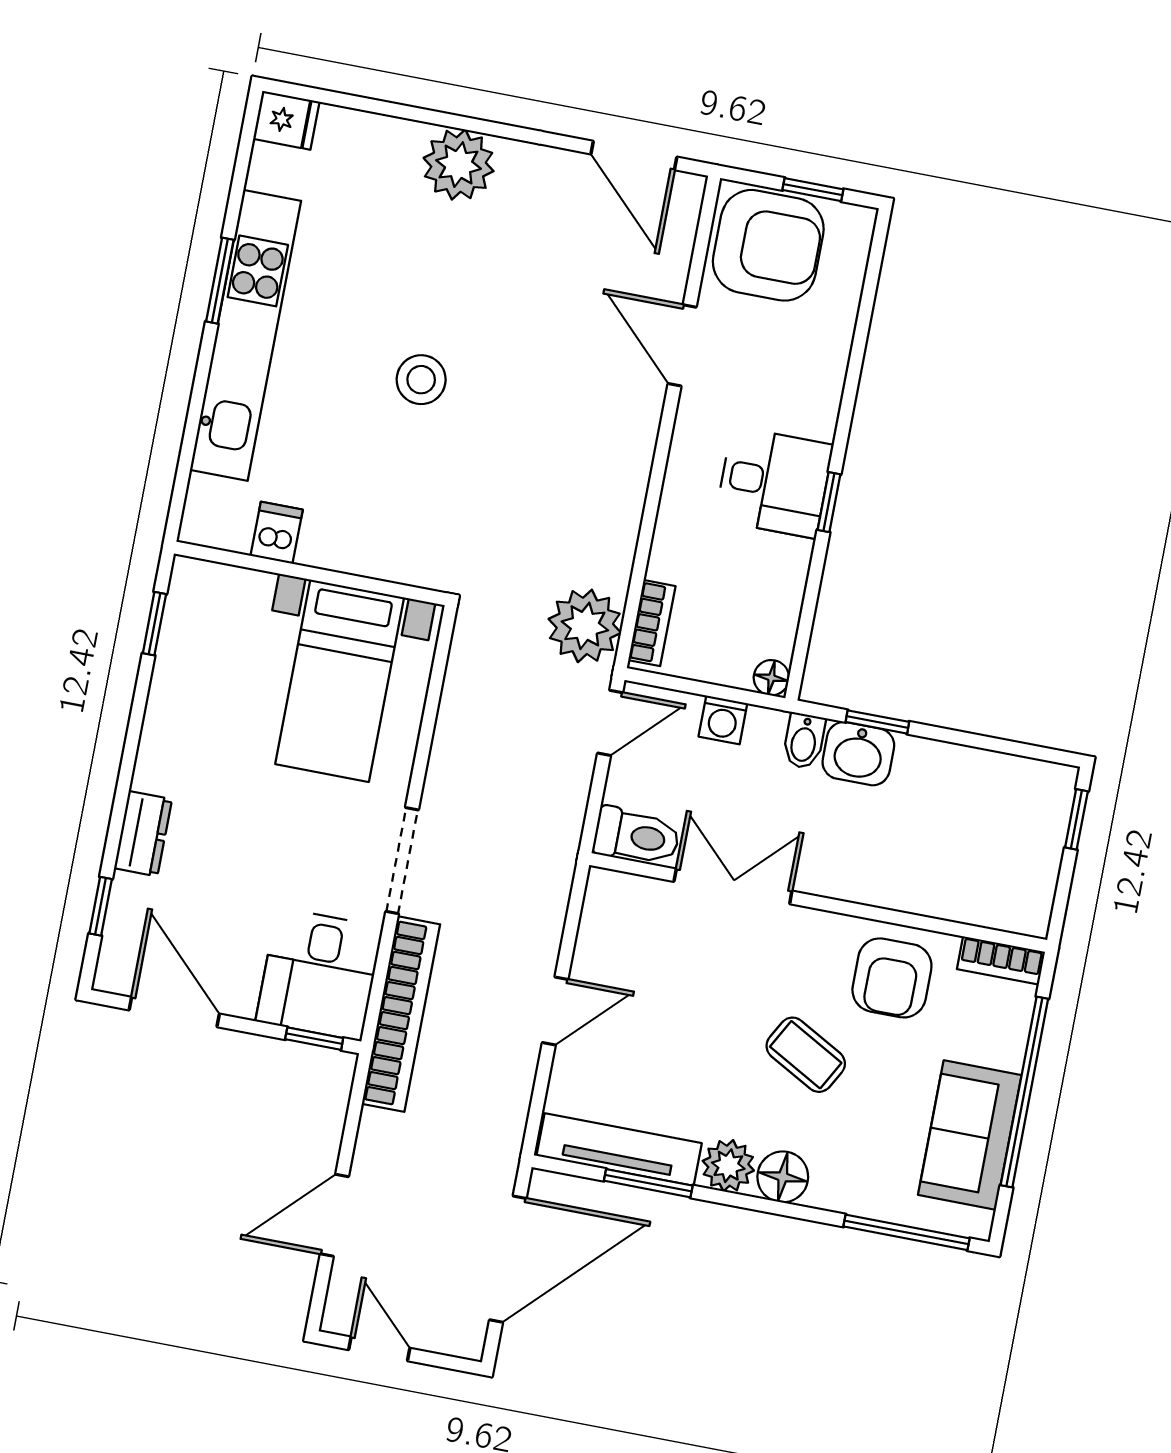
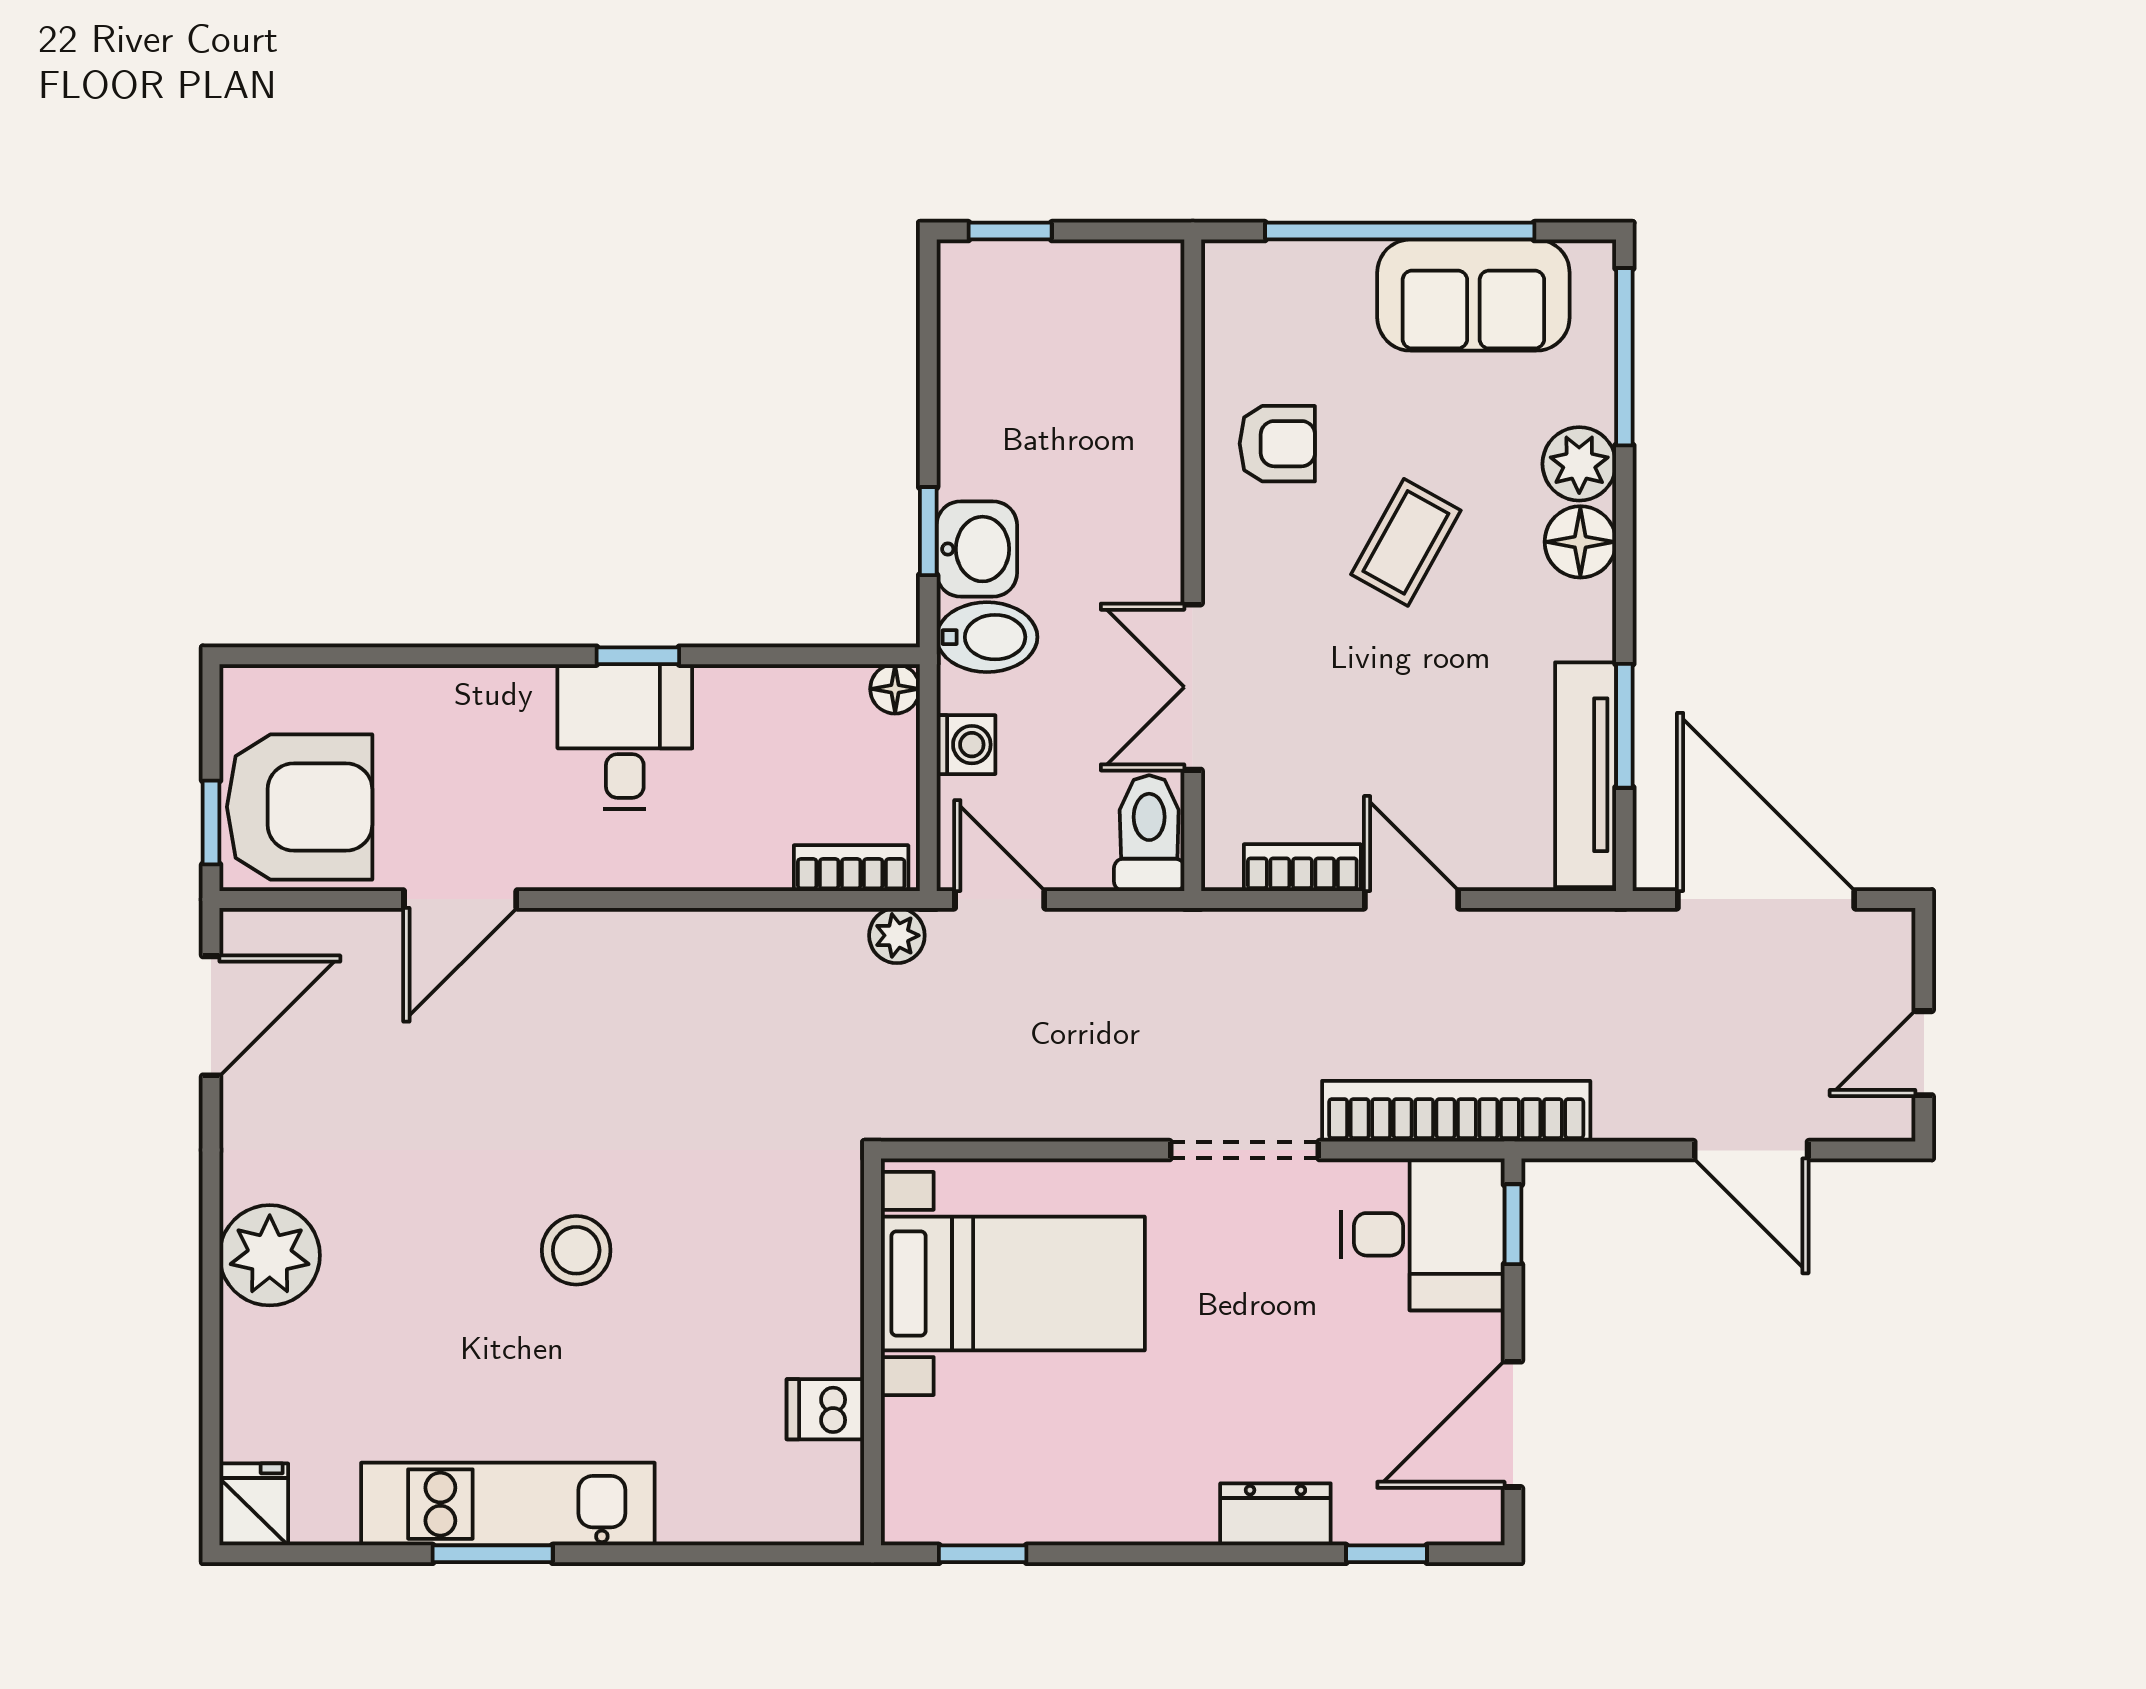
window: (813, 190) -> (211, 823), moved
armchair: (768, 245) -> (300, 807), turned 90
kitchen unit: (246, 335) -> (508, 1504), width x0.73
plant: (585, 626) -> (897, 935), width x0.53, depth x0.53
bidet: (804, 741) -> (987, 637), width x1.38, depth x1.36
bookcase: (1001, 960) -> (1302, 868), moved, turned -90
armchair: (892, 978) -> (1277, 444), width x0.72, depth x0.72
plant: (728, 1166) -> (1579, 464), moved

